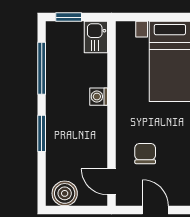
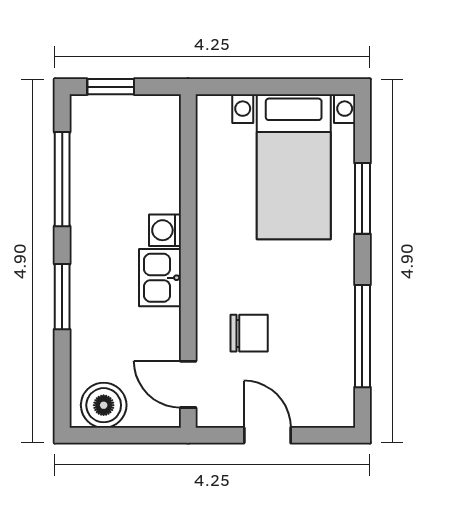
kitchen sink: (96, 37) -> (160, 278), moved
chair: (145, 154) -> (249, 333), turned 90

